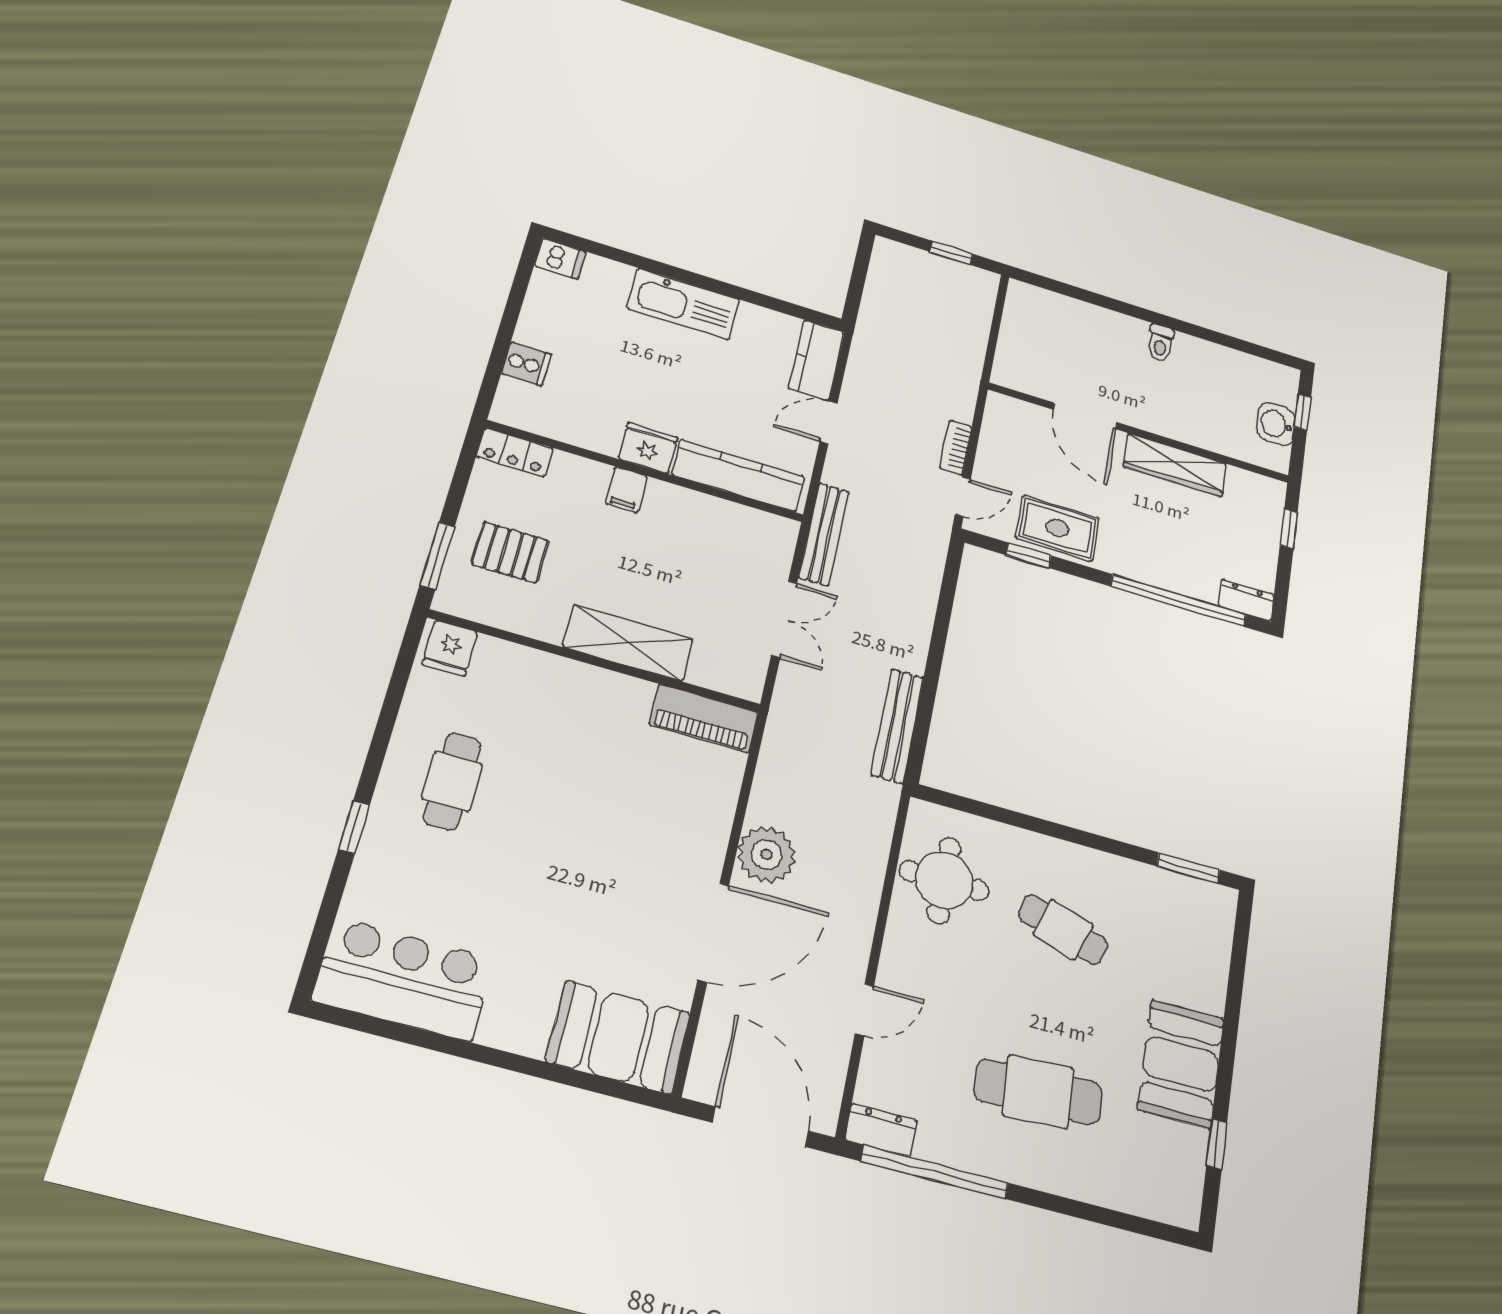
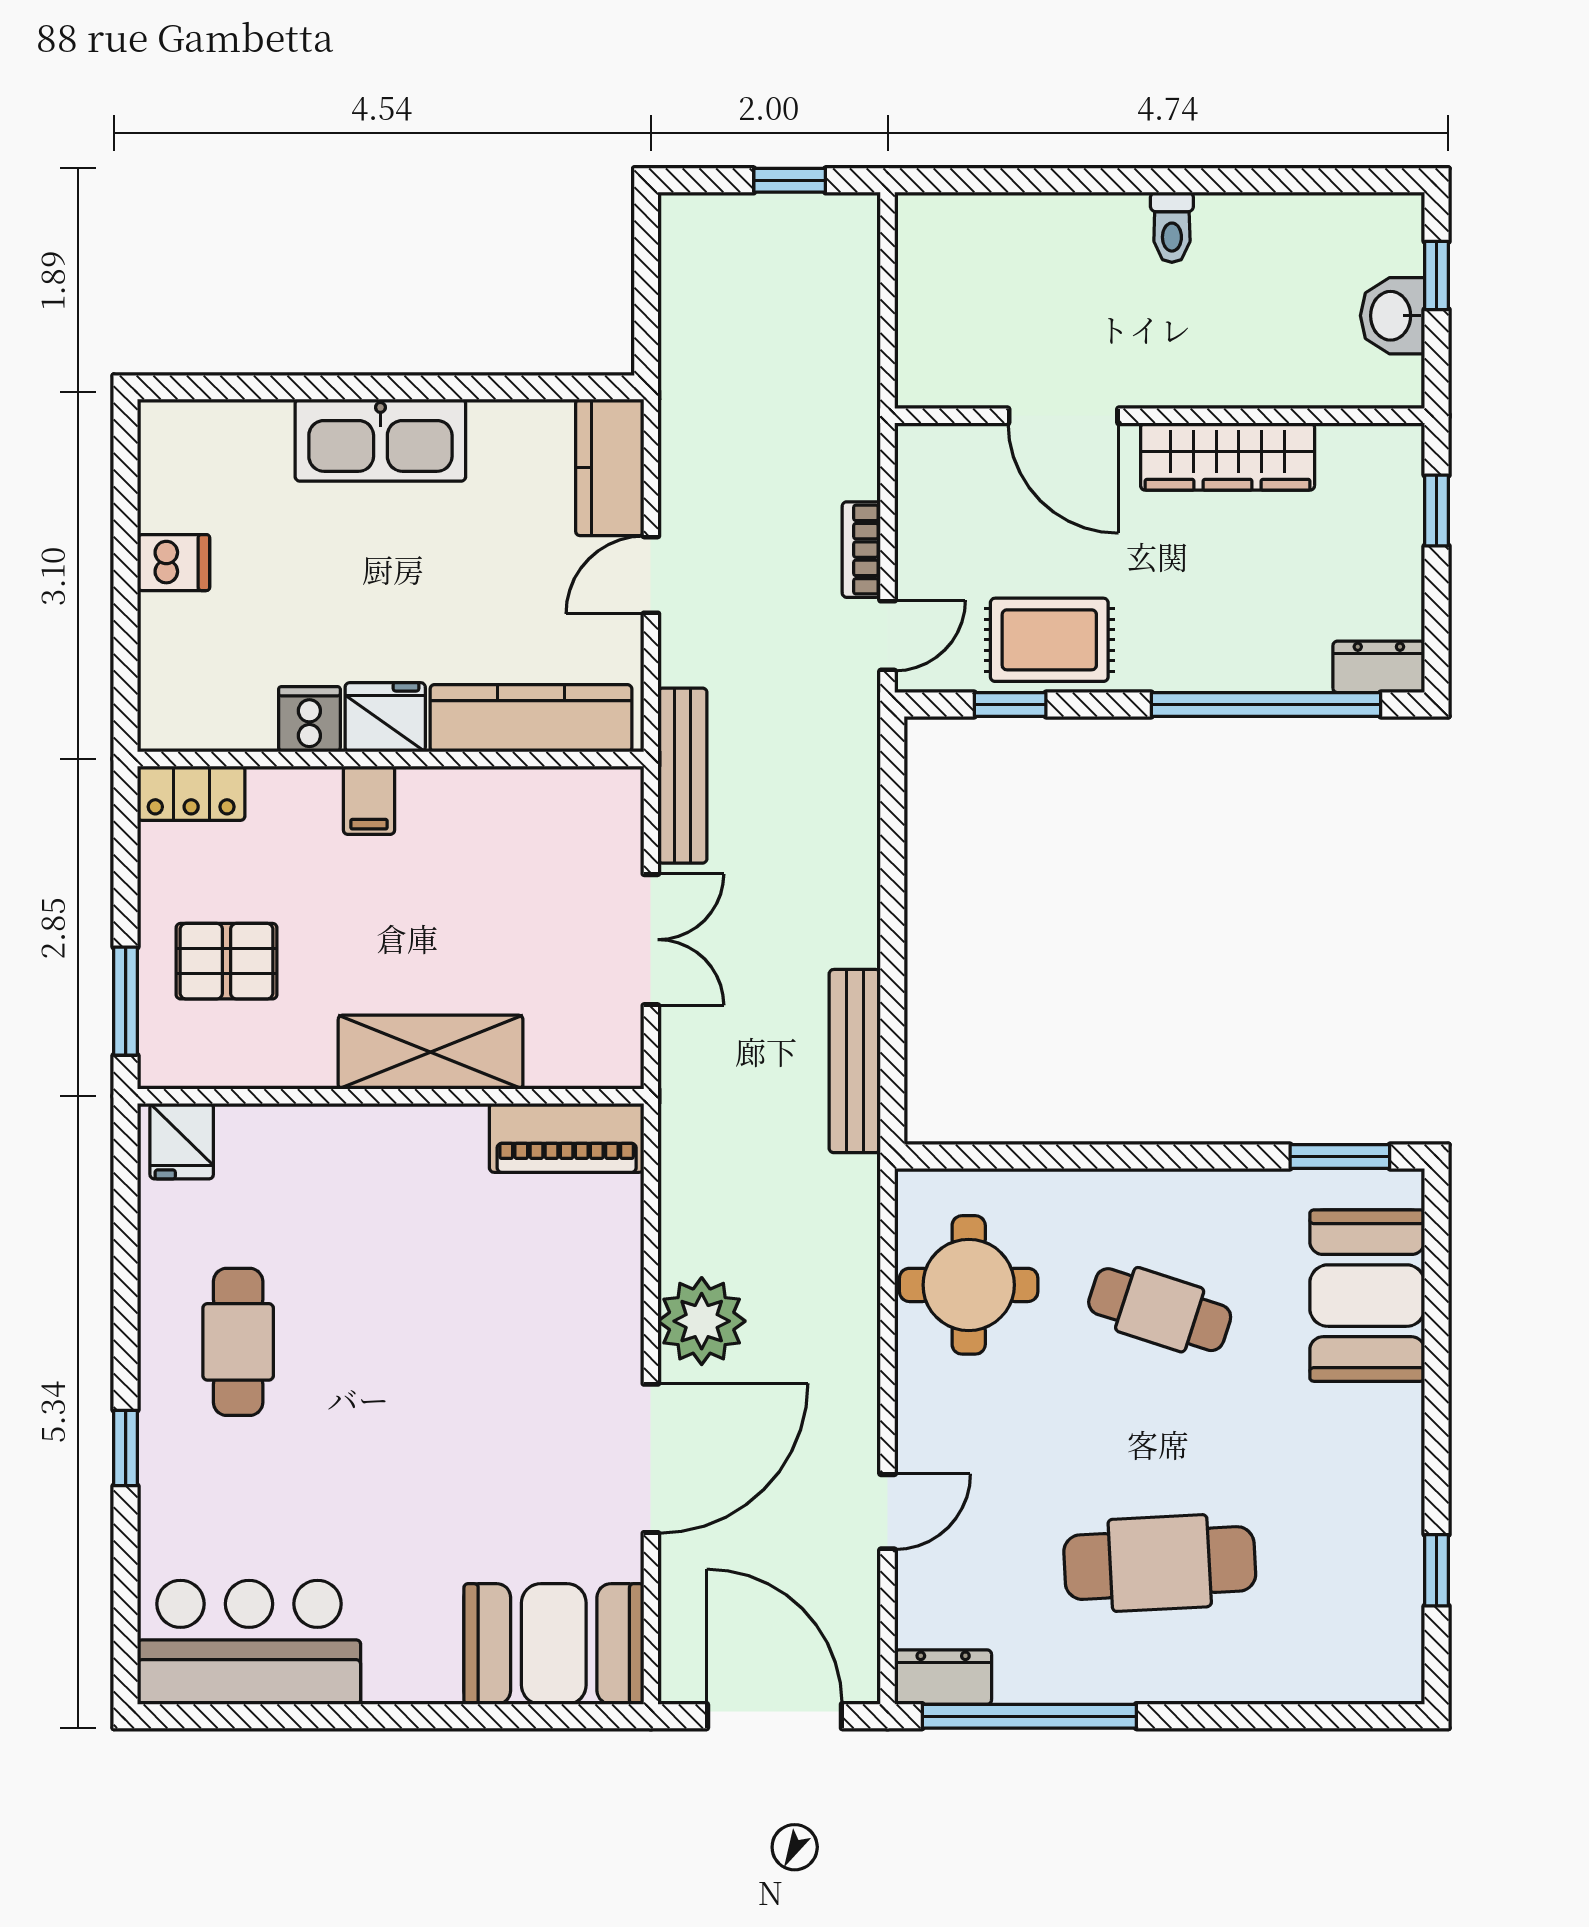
dishwasher: (560, 259) -> (174, 563), moved
cooker: (526, 364) -> (309, 719), moved, turned -90
booth: (1181, 1064) -> (1367, 1296), moved

